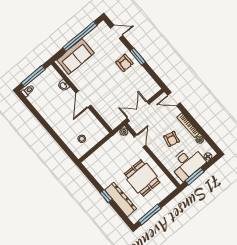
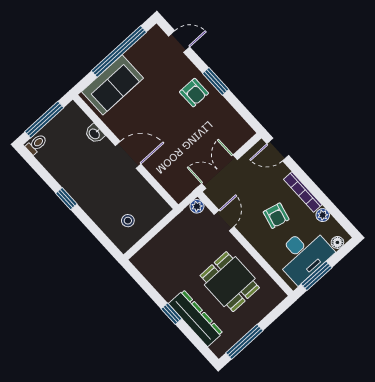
door: (83, 99) -> (128, 155), swing flipped
window: (45, 124) -> (66, 199), added

